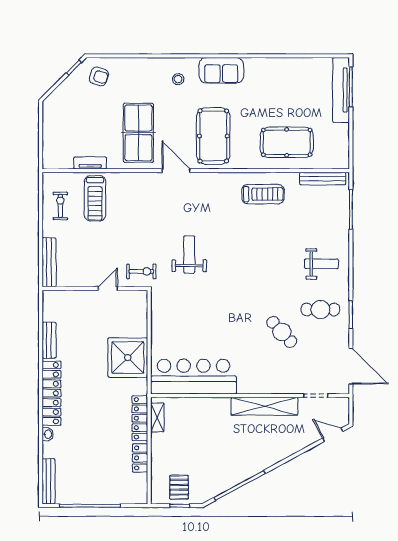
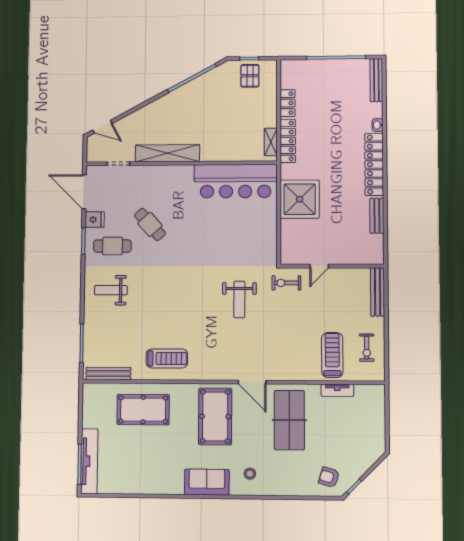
treadmill: (263, 194) -> (167, 358), turned 180
fridge: (339, 337) -> (95, 220), added

